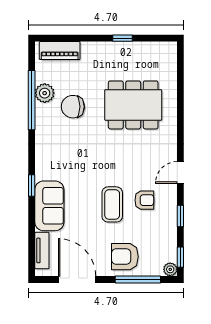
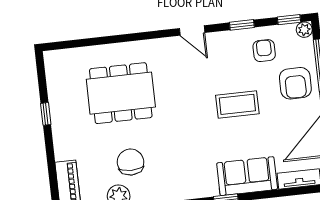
dining table: (133, 105) -> (121, 93), turned 90
chair: (73, 107) -> (130, 162), turned 180
armchair: (144, 200) -> (264, 51), moved

